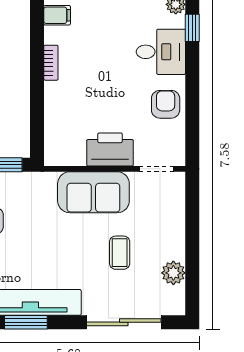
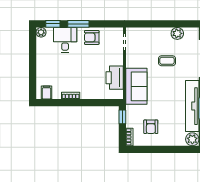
window: (192, 78) -> (78, 24), added
printer: (110, 149) -> (115, 78), moved
sofa: (93, 192) -> (136, 86), moved

